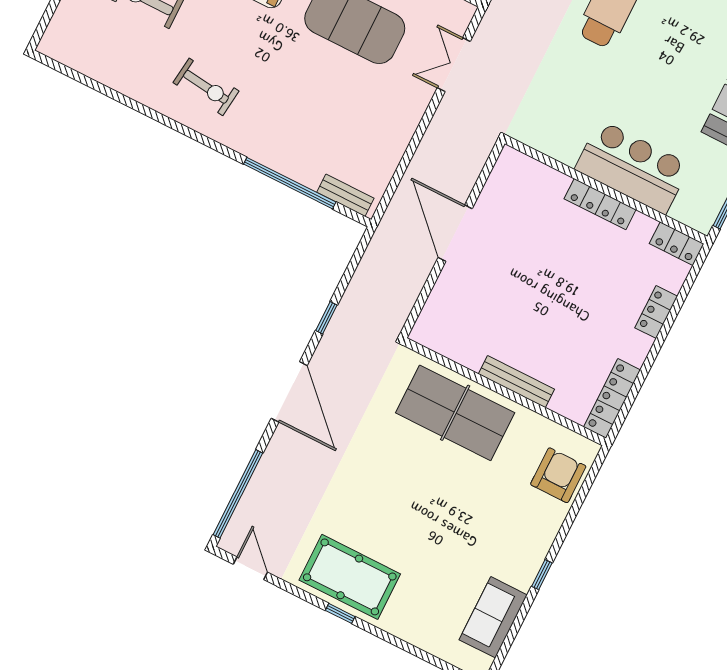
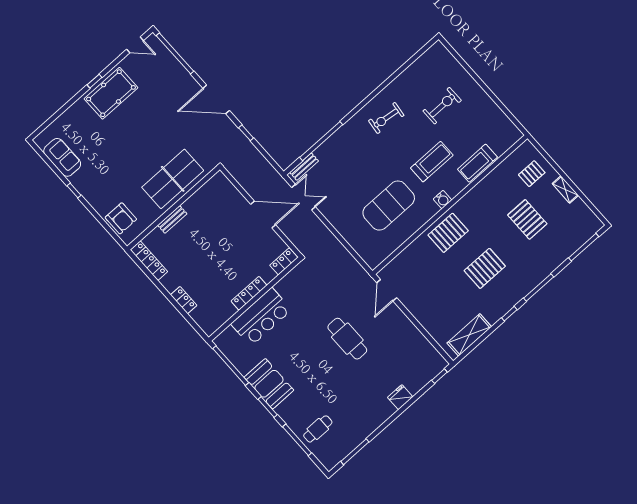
double door: (454, 65) -> (304, 197), moved
locker: (677, 244) -> (284, 261), moved
bench: (516, 382) -> (172, 219), width x0.73

